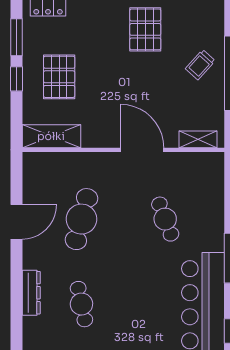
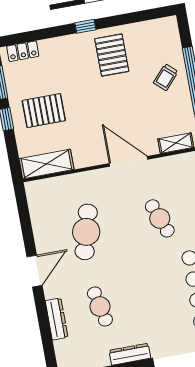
pallet: (59, 77) -> (44, 111), turned 90
door: (16, 222) -> (34, 271), moved
dresser: (31, 293) -> (57, 319), moved

